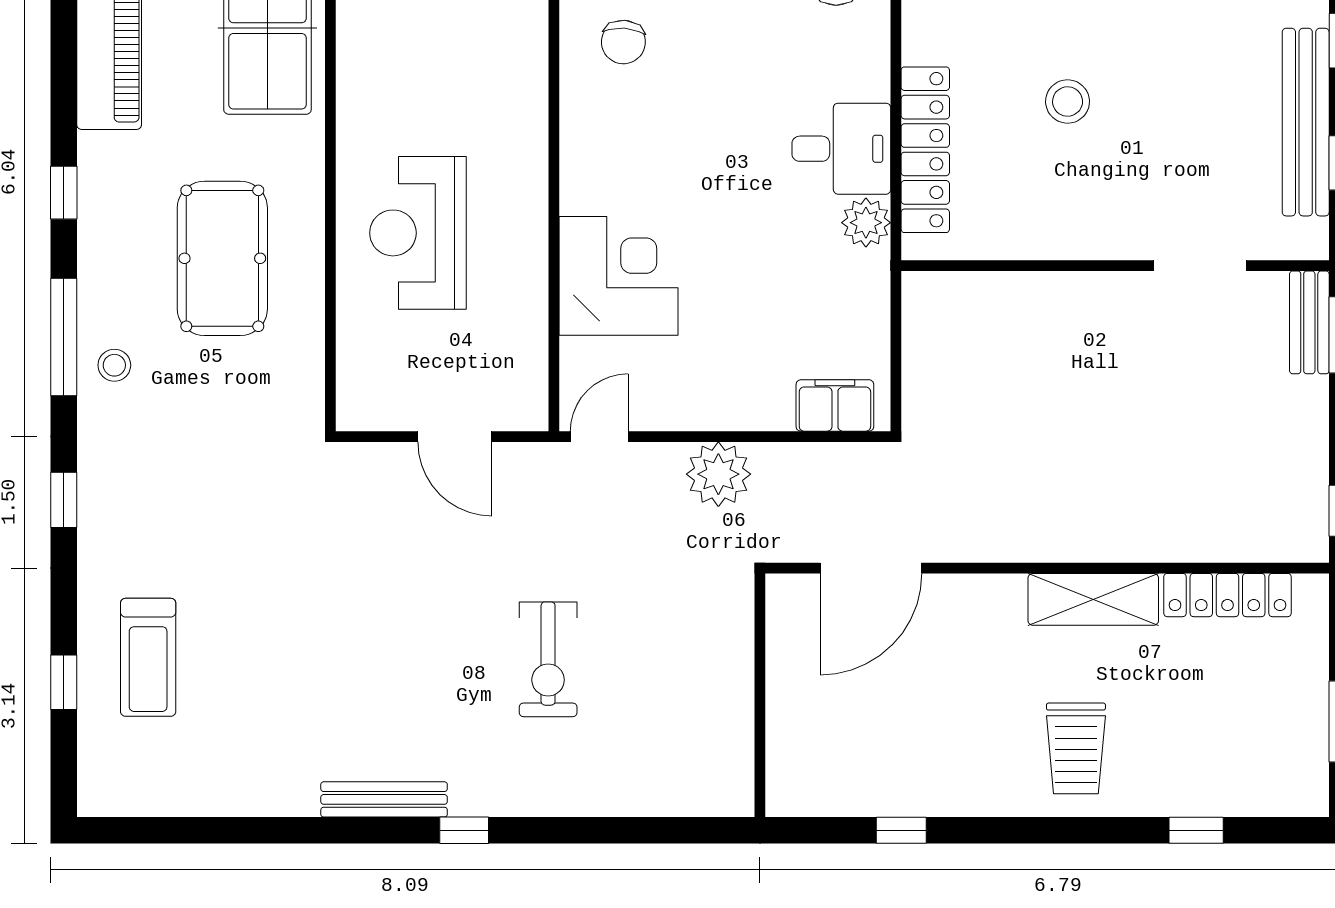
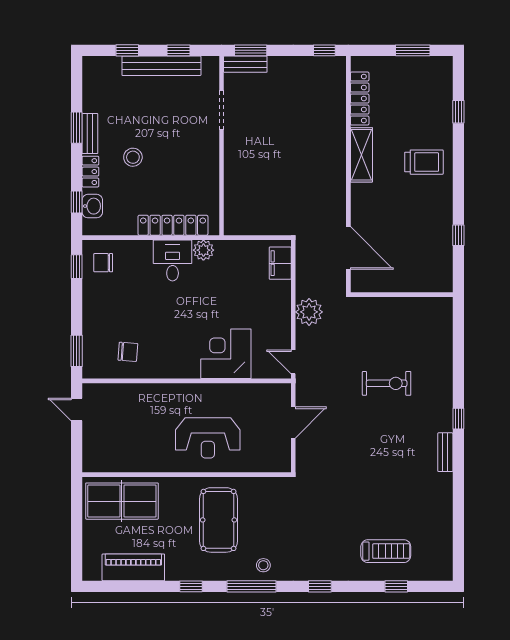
stool: (1068, 101) -> (133, 157), moved
pool table: (222, 258) -> (219, 520), turned 90
bench: (384, 799) -> (445, 452), width x0.73

